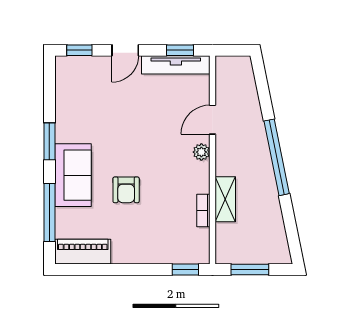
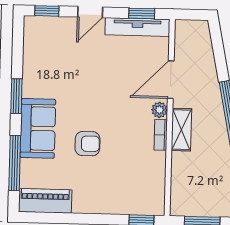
door: (213, 120) -> (171, 80), width x1.38
armchair: (126, 190) -> (87, 144), turned -90
shelving: (225, 199) -> (181, 130), moved
bookcase: (203, 210) -> (161, 135), moved

